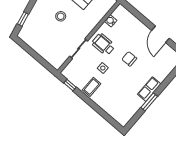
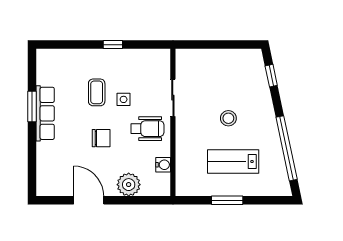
plant: (135, 26) -> (129, 185), added
window: (70, 85) -> (113, 45), moved
coffee table: (92, 87) -> (97, 92), moved
row of seats: (149, 89) -> (45, 113), width x1.48

